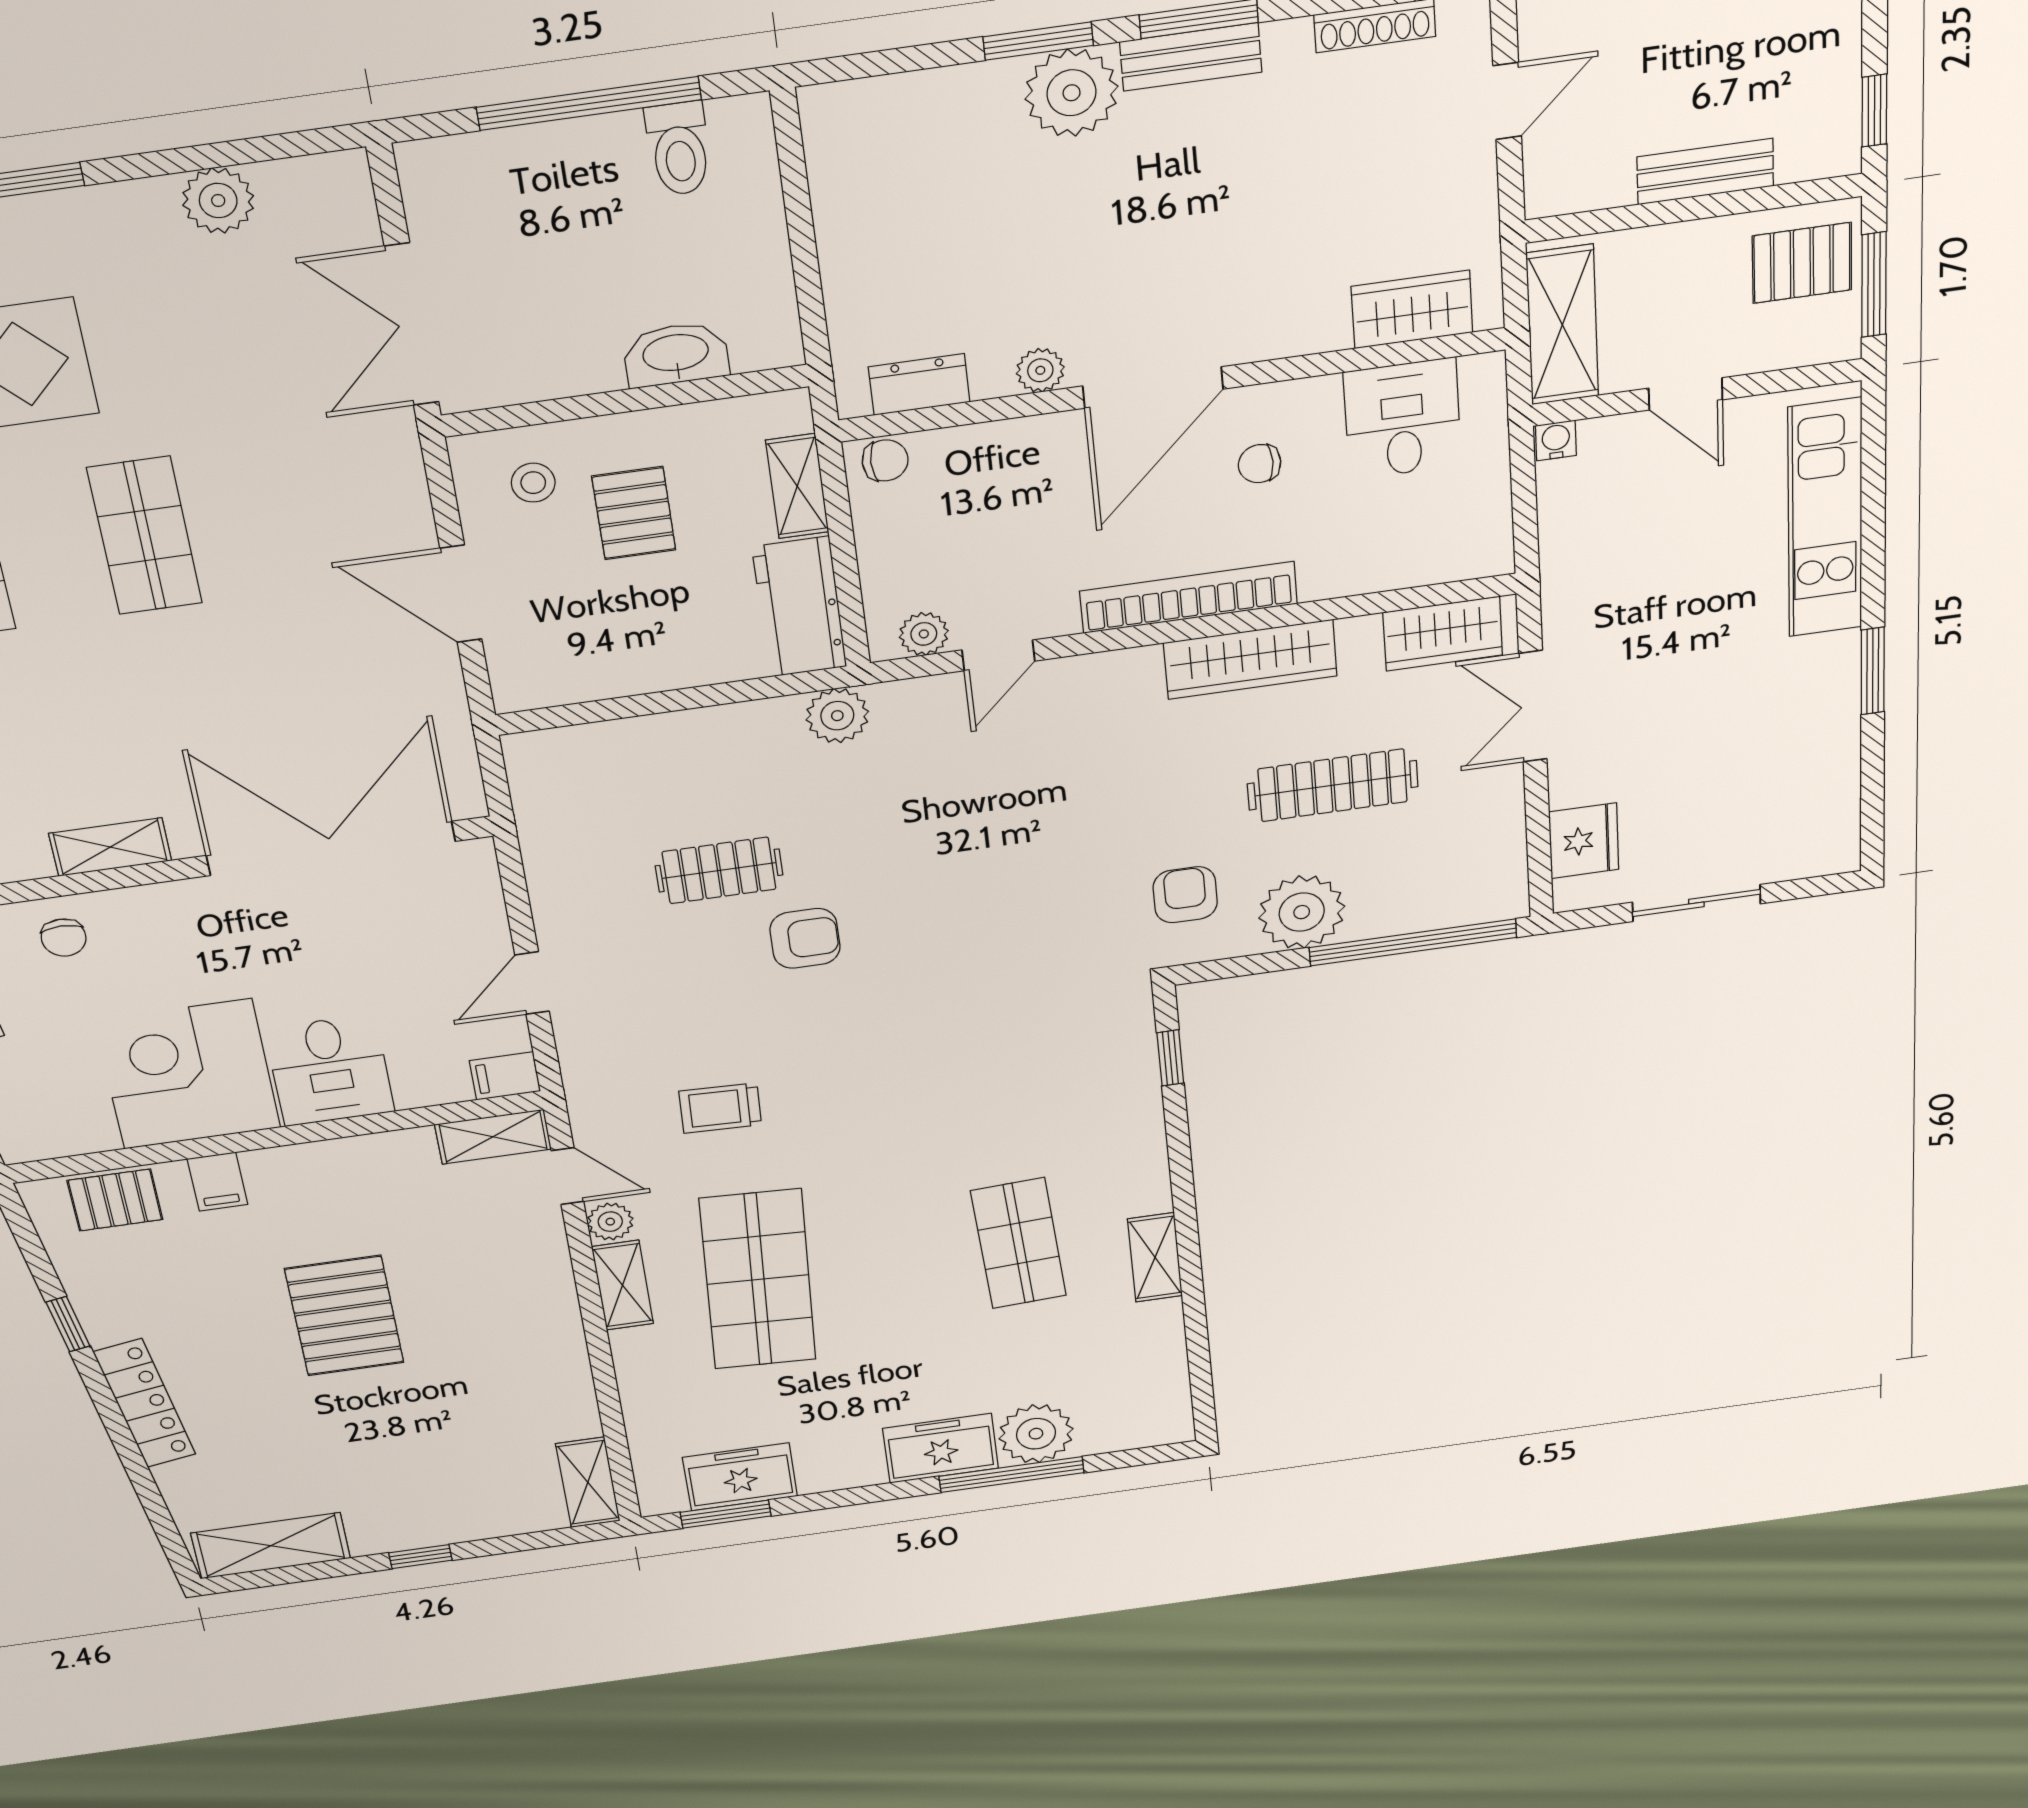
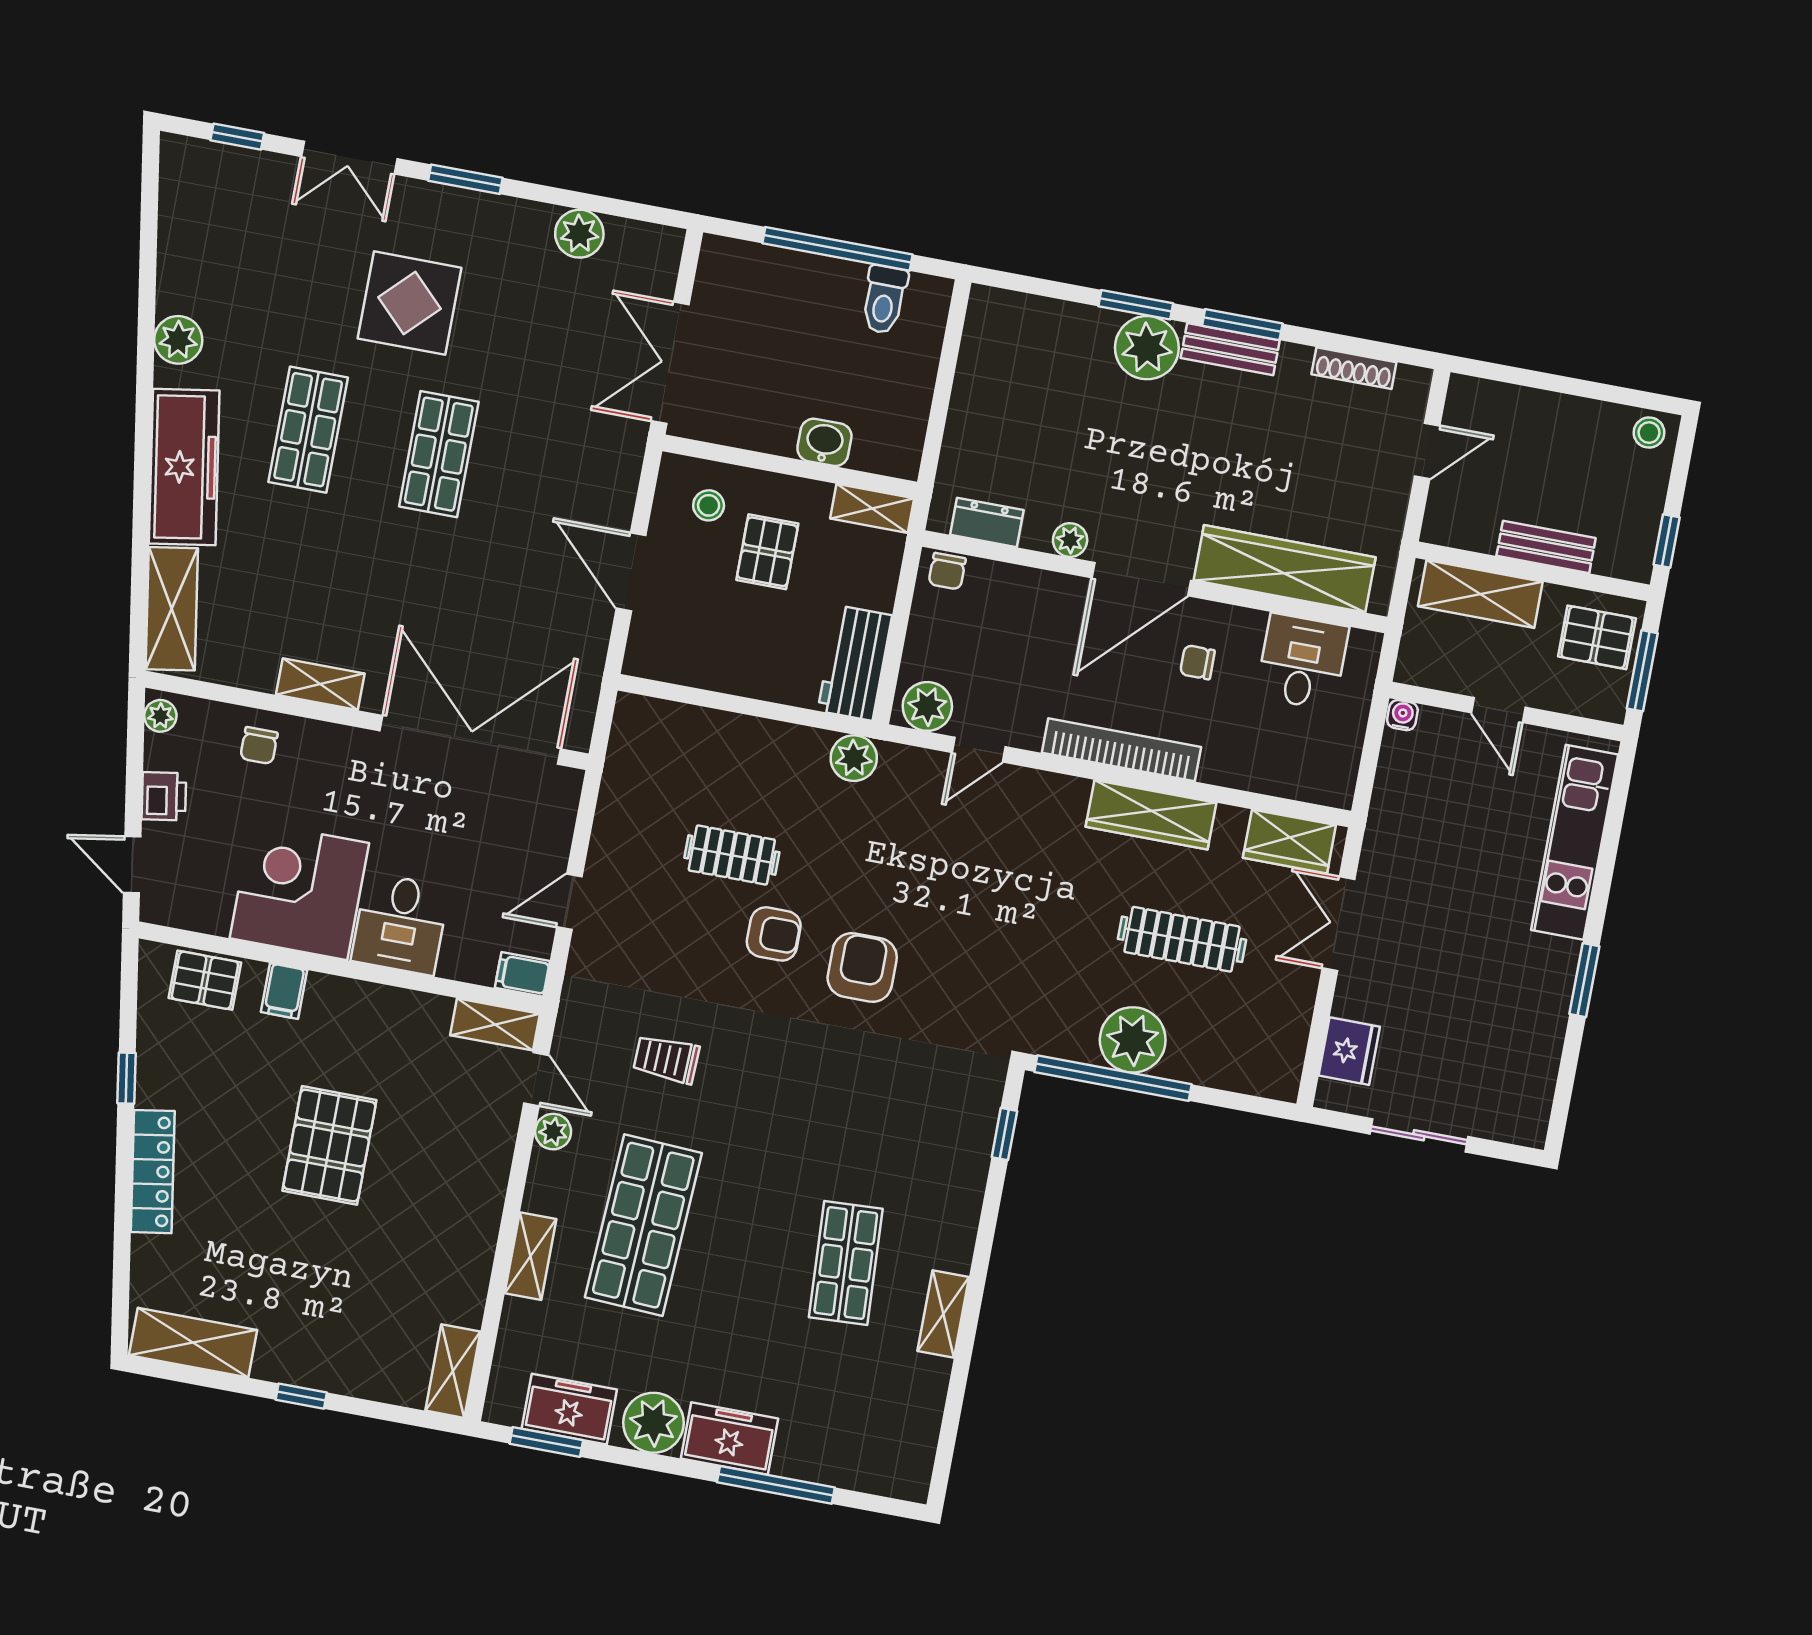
wardrobe: (1412, 309) -> (1285, 569), width x2.10, depth x1.17
shelving: (1562, 325) -> (1480, 594), moved, turned 90
washbasin: (676, 354) -> (824, 442), width x0.72
chair: (885, 461) -> (947, 571), turned 90
shelving: (797, 486) -> (872, 508), moved, turned 90
plant: (924, 634) -> (927, 706), width x1.38, depth x1.38
armchair: (1185, 895) -> (862, 968), moved, width x1.38, depth x1.38
window: (1413, 942) -> (1113, 1078), moved
shelving: (623, 1285) -> (531, 1256), moved
plant: (1036, 1434) -> (653, 1423), moved

